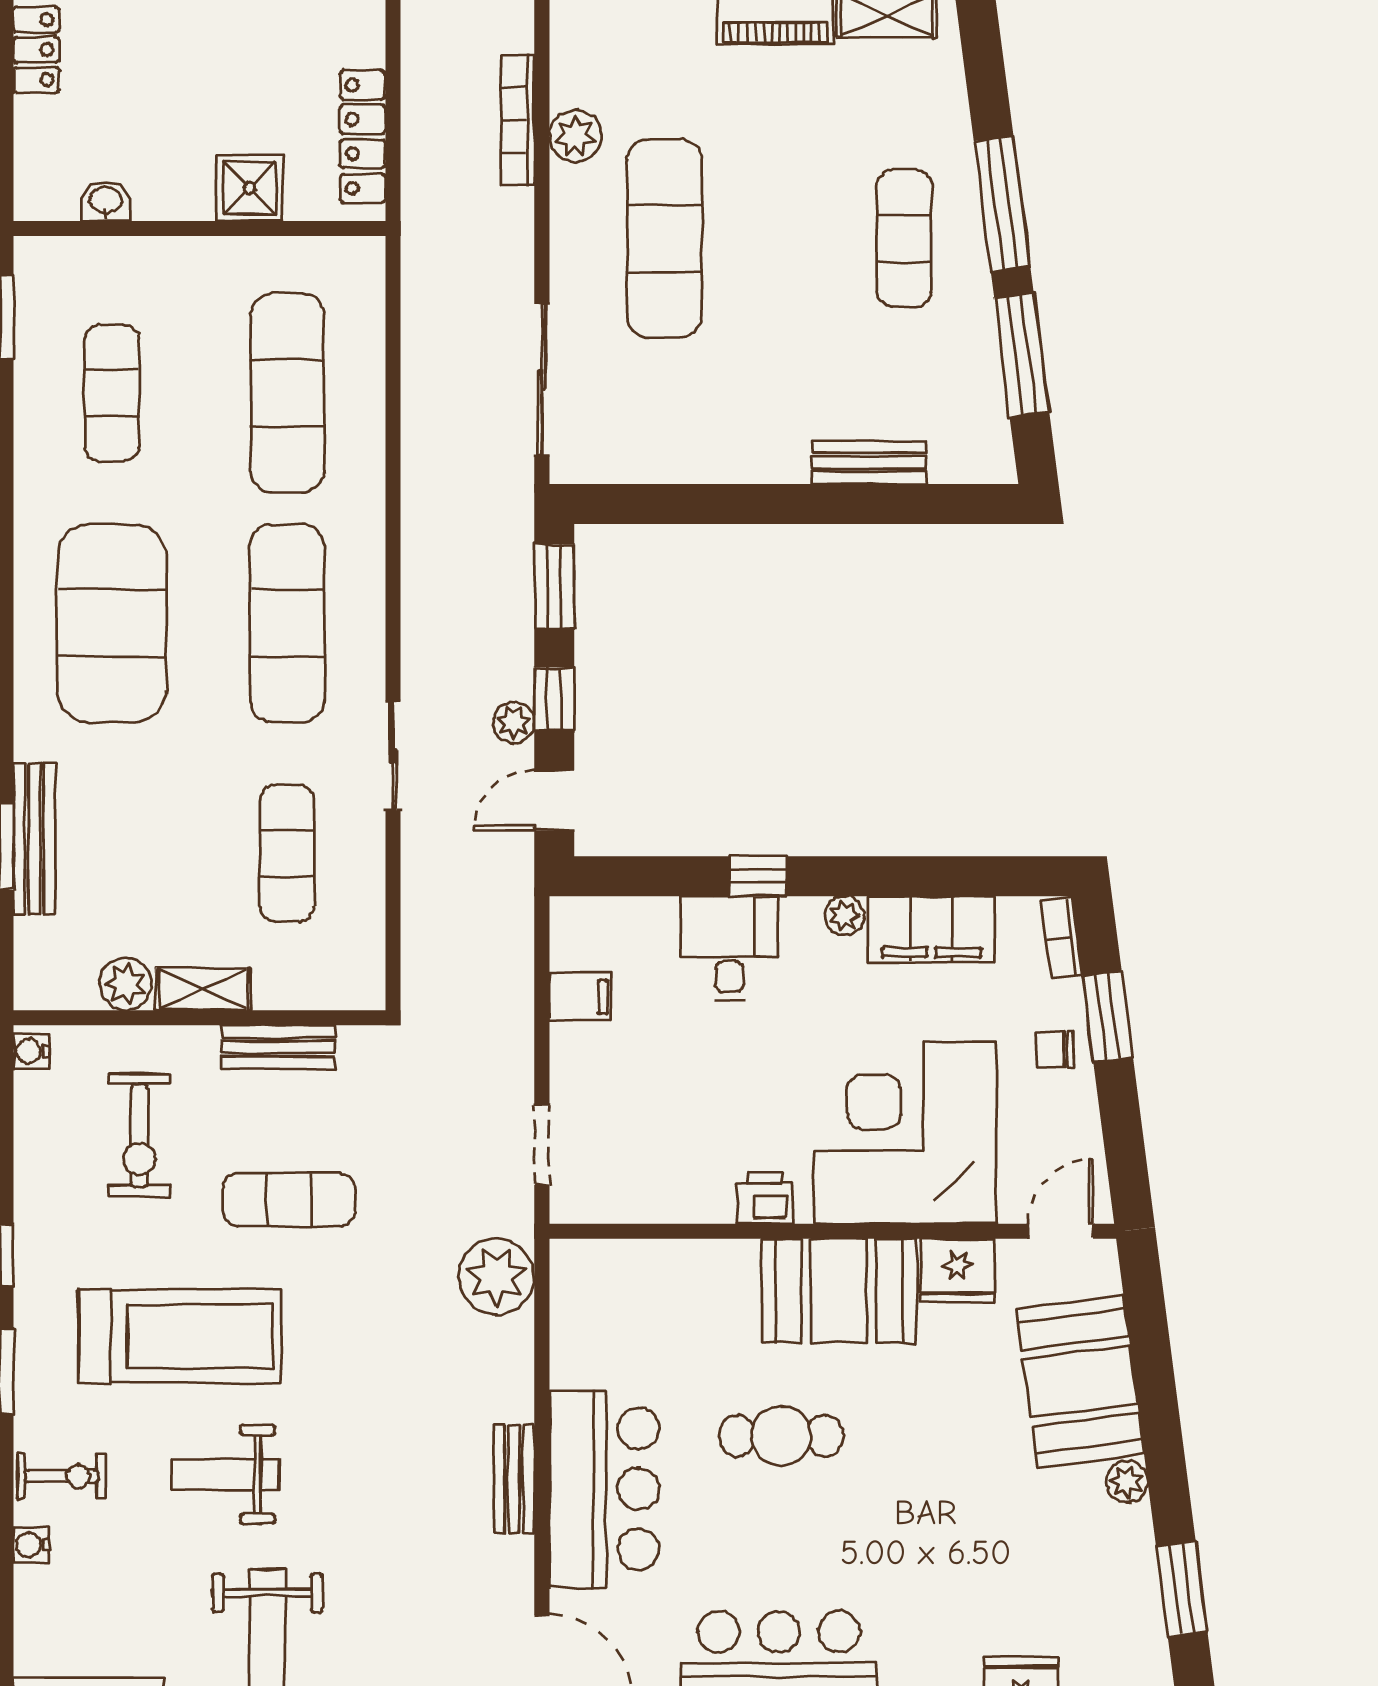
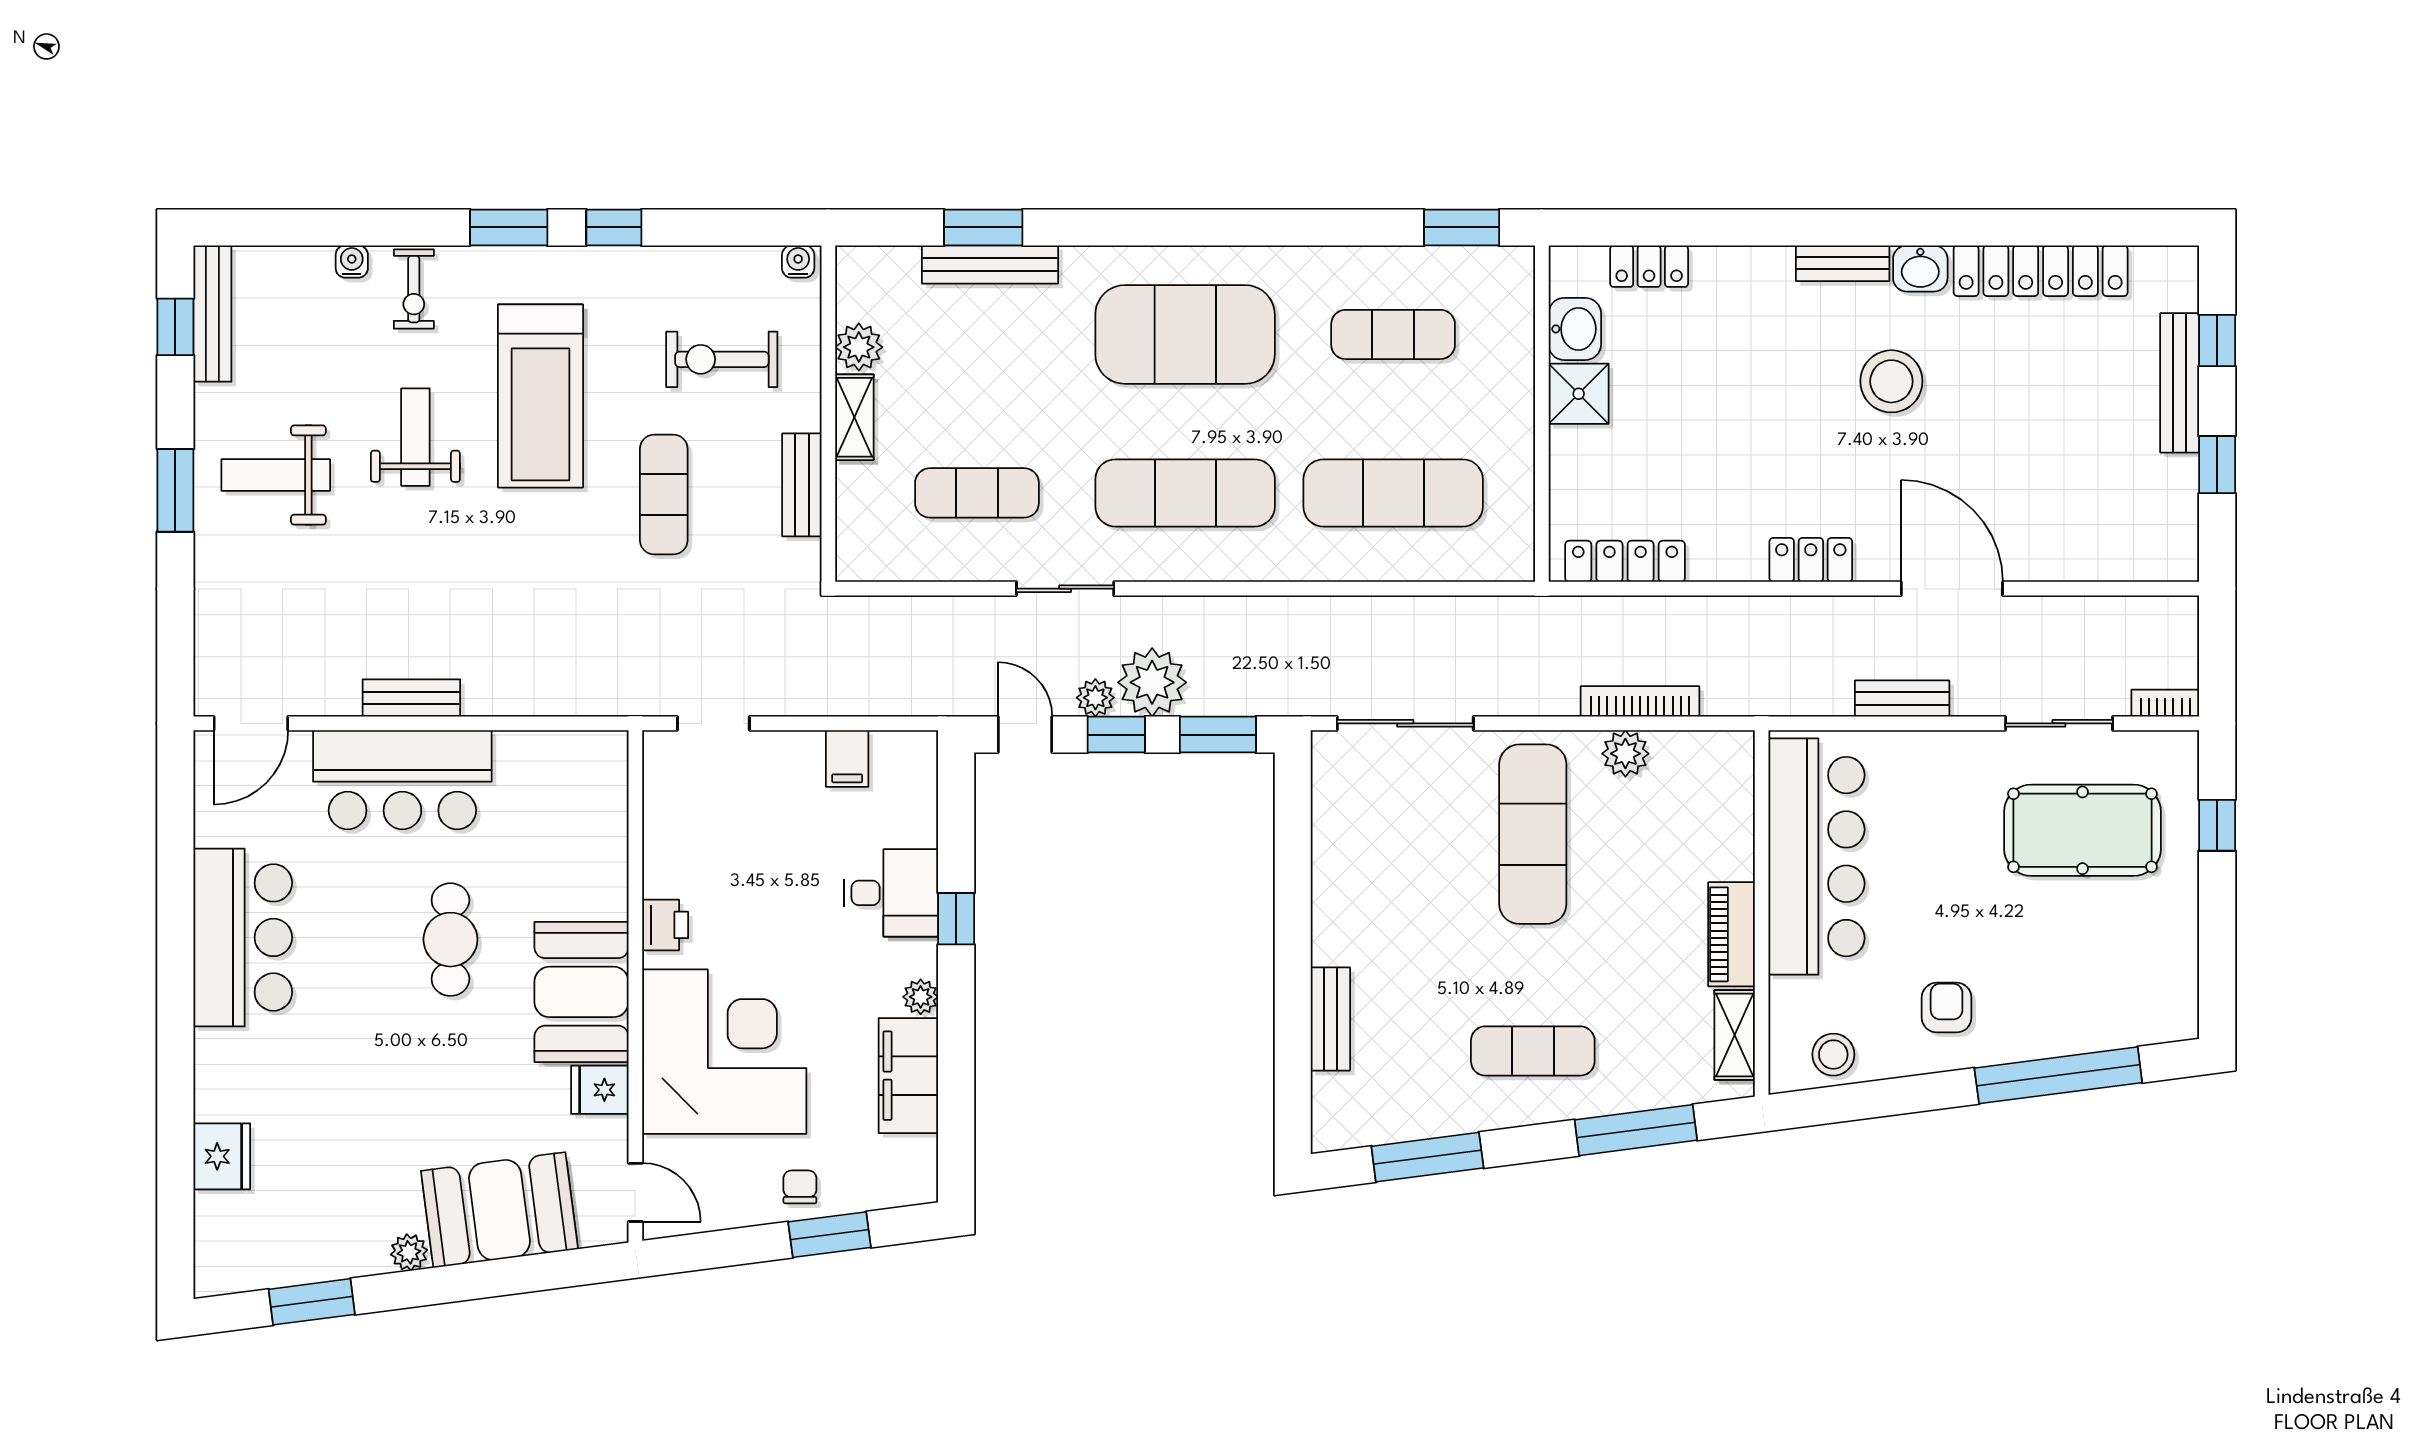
locker: (36, 50) -> (1649, 266), moved
shower: (250, 188) -> (1579, 394), moved
washbasin: (106, 201) -> (1575, 329), width x1.38, depth x1.45
window: (1002, 204) -> (1636, 1130), moved
exercise mat: (665, 238) -> (1533, 834), turned 90
bookcase: (1062, 938) -> (901, 1193), removed
fridge: (958, 1270) -> (600, 1090), width x0.72
plant: (496, 1276) -> (1152, 682), moved

